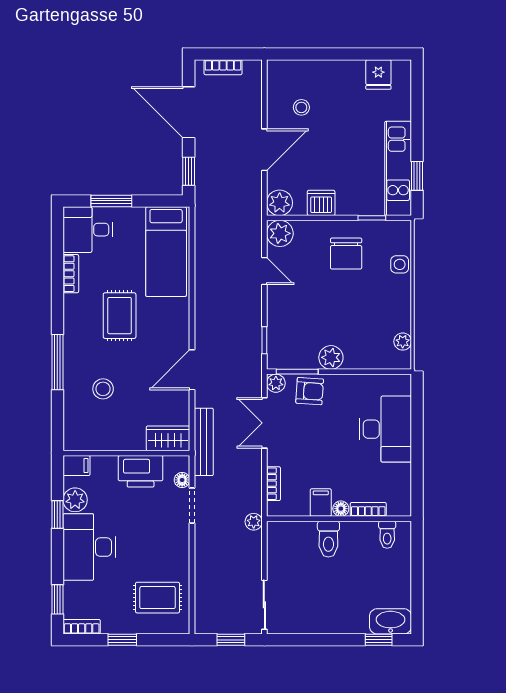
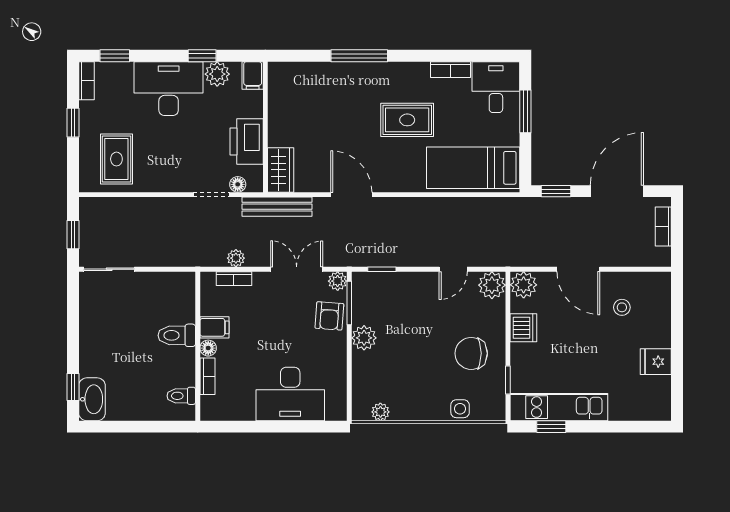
fridge: (378, 75) -> (656, 362), moved
stool: (103, 389) -> (332, 103), removed
plant: (254, 522) -> (236, 258), moved

